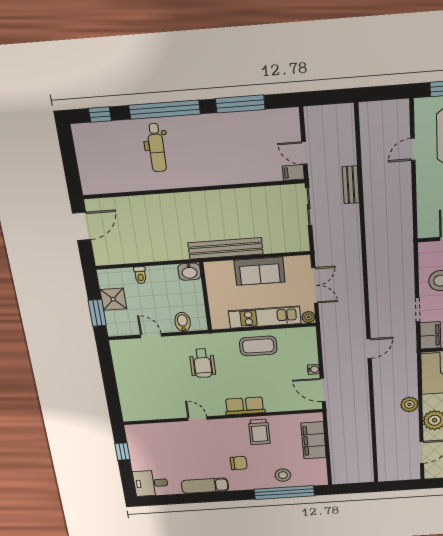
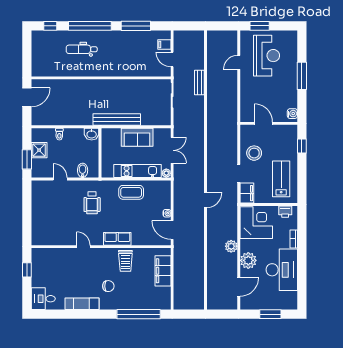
dental chair: (157, 148) -> (82, 49), turned 90
filing cabinet: (293, 172) -> (164, 45), moved
stool: (283, 475) -> (139, 299), removed

